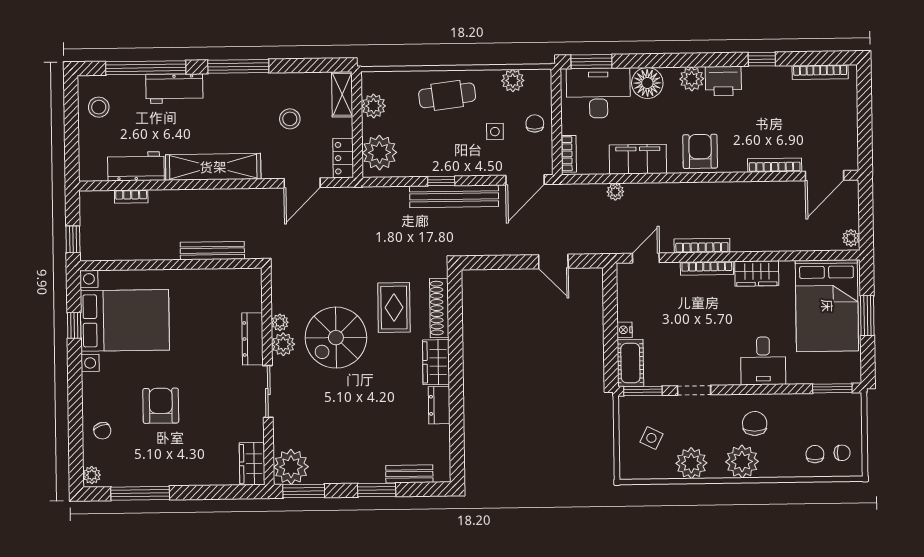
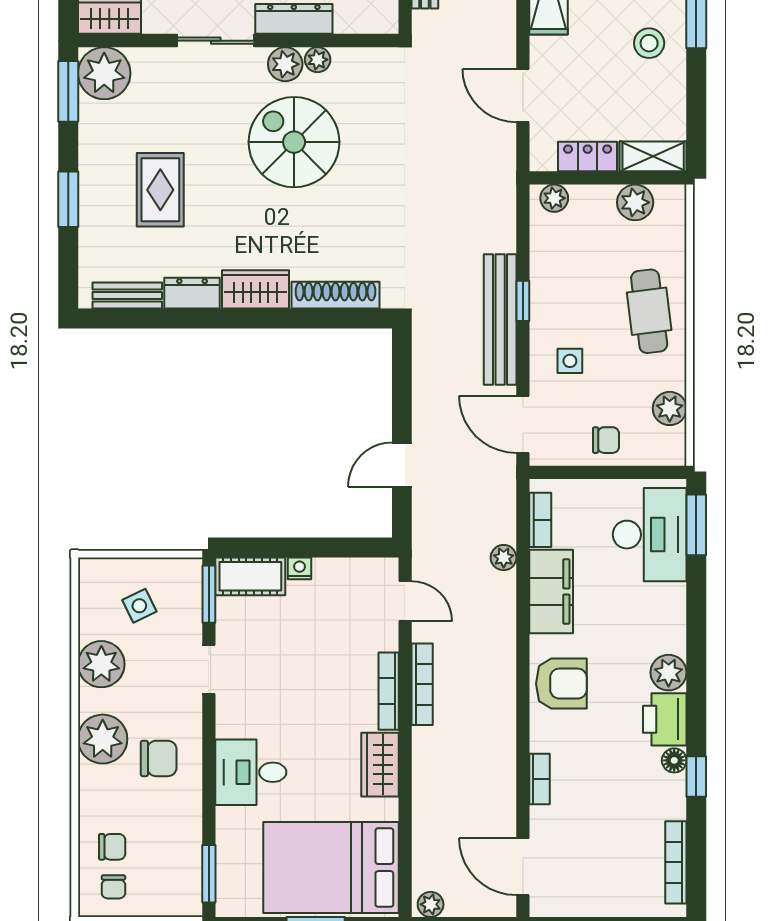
floor lamp: (647, 83) -> (674, 760), moved, width x0.53, depth x0.53
stool: (290, 119) -> (649, 43), moved
side table: (495, 132) -> (570, 361), moved
plant: (379, 153) -> (554, 198), width x0.53, depth x0.53
bookcase: (569, 154) -> (540, 520), moved, turned -90
locker: (343, 158) -> (588, 157), moved
bookcase: (775, 165) -> (540, 779), width x0.64
rug: (394, 308) -> (160, 190), moved, turned 90
side table: (651, 438) -> (139, 606), turned 38
bench: (409, 474) -> (127, 296), moved, turned 90

